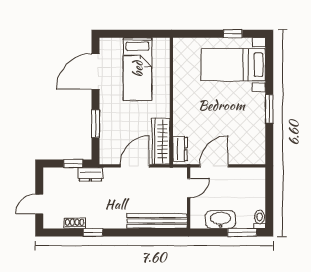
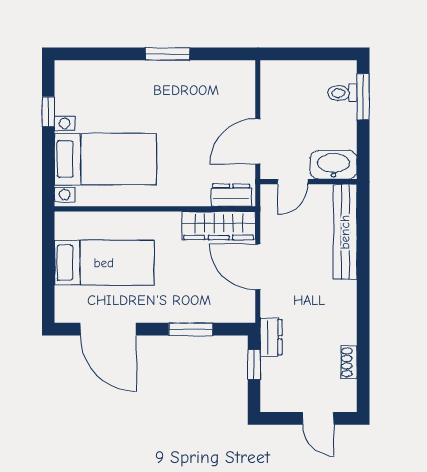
bed with nightstands: (233, 65) -> (105, 159), moved, turned -90
door: (214, 166) -> (258, 141), hinge flipped
door: (189, 188) -> (293, 182), swing flipped
washbasin: (220, 219) -> (334, 165), moved, turned 90
toilet: (260, 219) -> (342, 93), moved
window: (93, 232) -> (363, 333), removed

